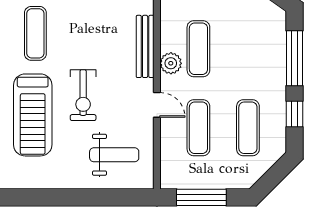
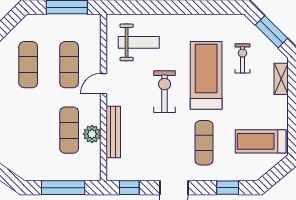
plant: (171, 63) -> (92, 134), moved
door: (157, 105) -> (103, 84), hinge flipped
weight bench: (114, 155) -> (139, 42), turned 180

